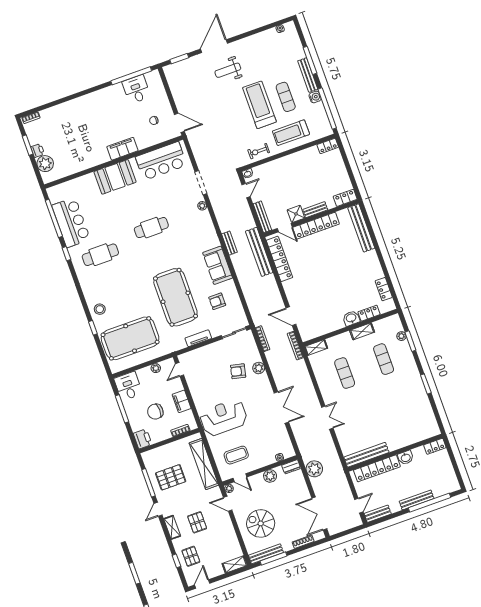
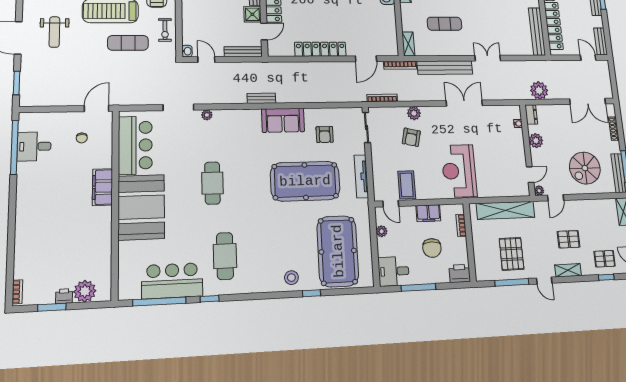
exercise mat: (238, 127) -> (128, 43), added
booth: (115, 177) -> (141, 207), width x1.36, depth x1.42
bench: (259, 252) -> (445, 68), moved
locker: (279, 259) -> (320, 49), moved
tv unit: (198, 338) -> (361, 176), width x1.41
coffee table: (236, 455) -> (407, 185), moved

